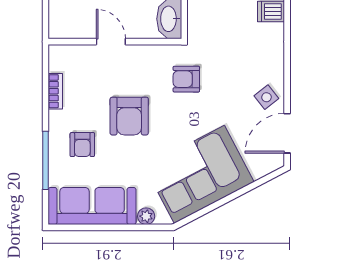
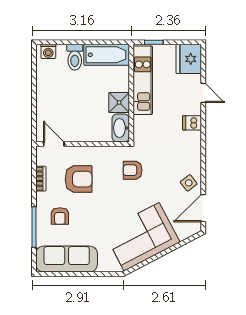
door: (111, 42) -> (54, 144), moved
armchair: (129, 116) -> (79, 179), moved, turned -90
plant: (146, 216) -> (104, 266), removed

